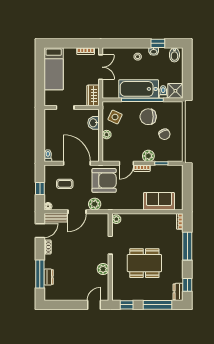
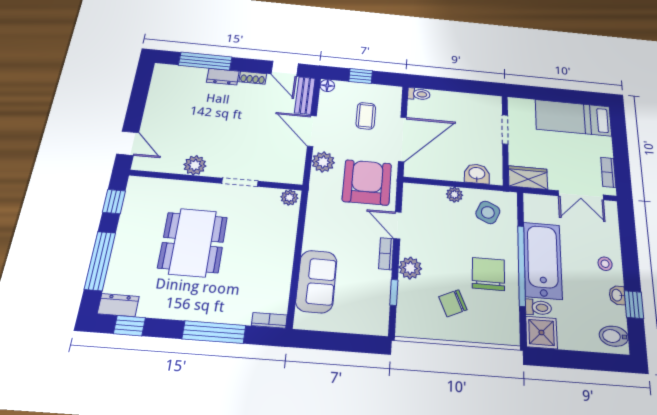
armchair: (104, 180) -> (367, 182), turned 180
dresser: (49, 277) -> (223, 77), moved

